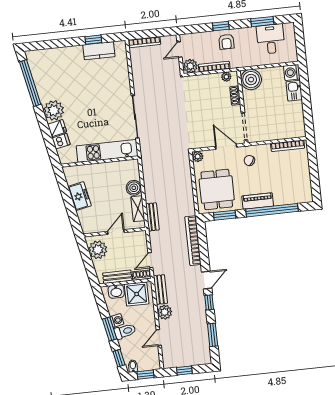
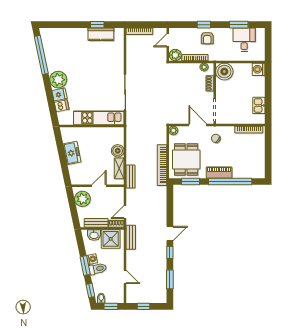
kitchen sink: (294, 91) -> (259, 105), moved
bookcase: (193, 241) -> (162, 165), moved
plant: (165, 312) -> (132, 256), removed
door: (159, 338) -> (125, 277), swing flipped

